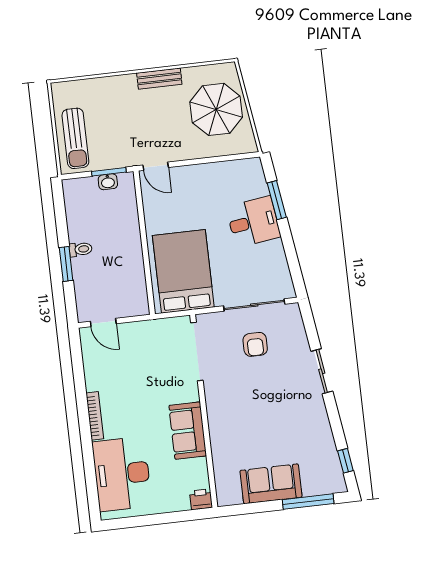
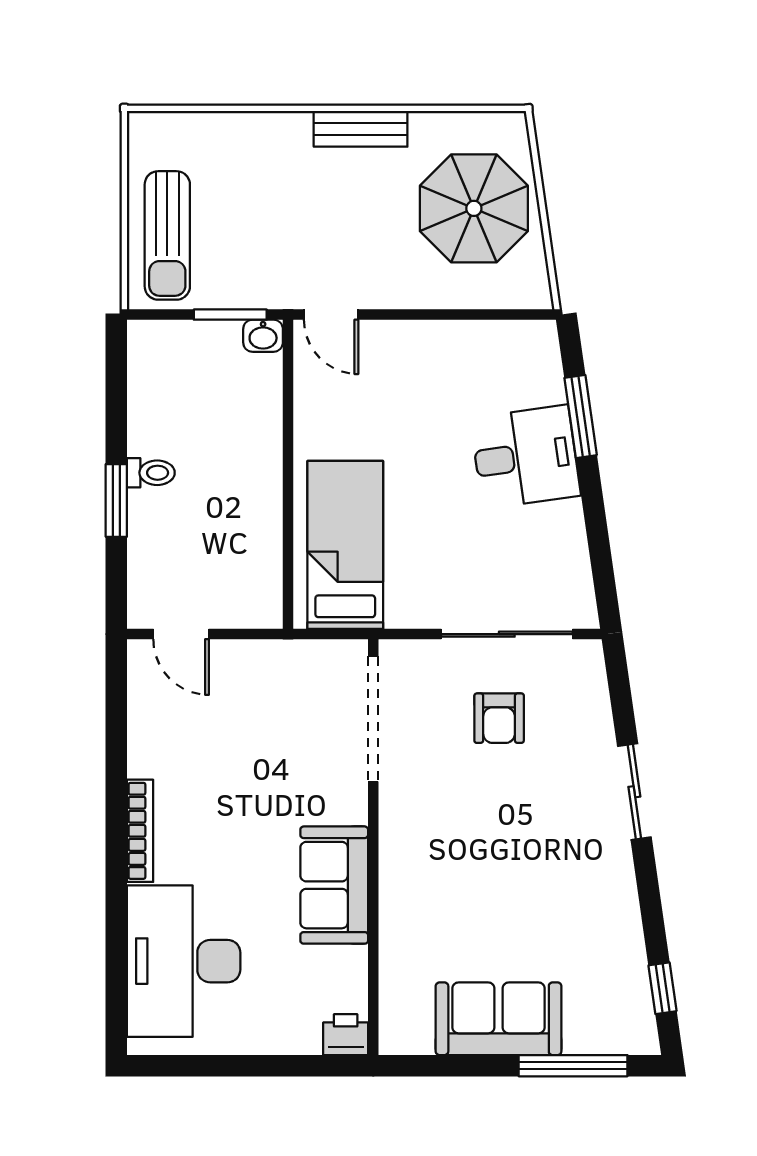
washbasin: (108, 182) -> (263, 336), moved
bed: (183, 271) -> (345, 545), width x0.67

